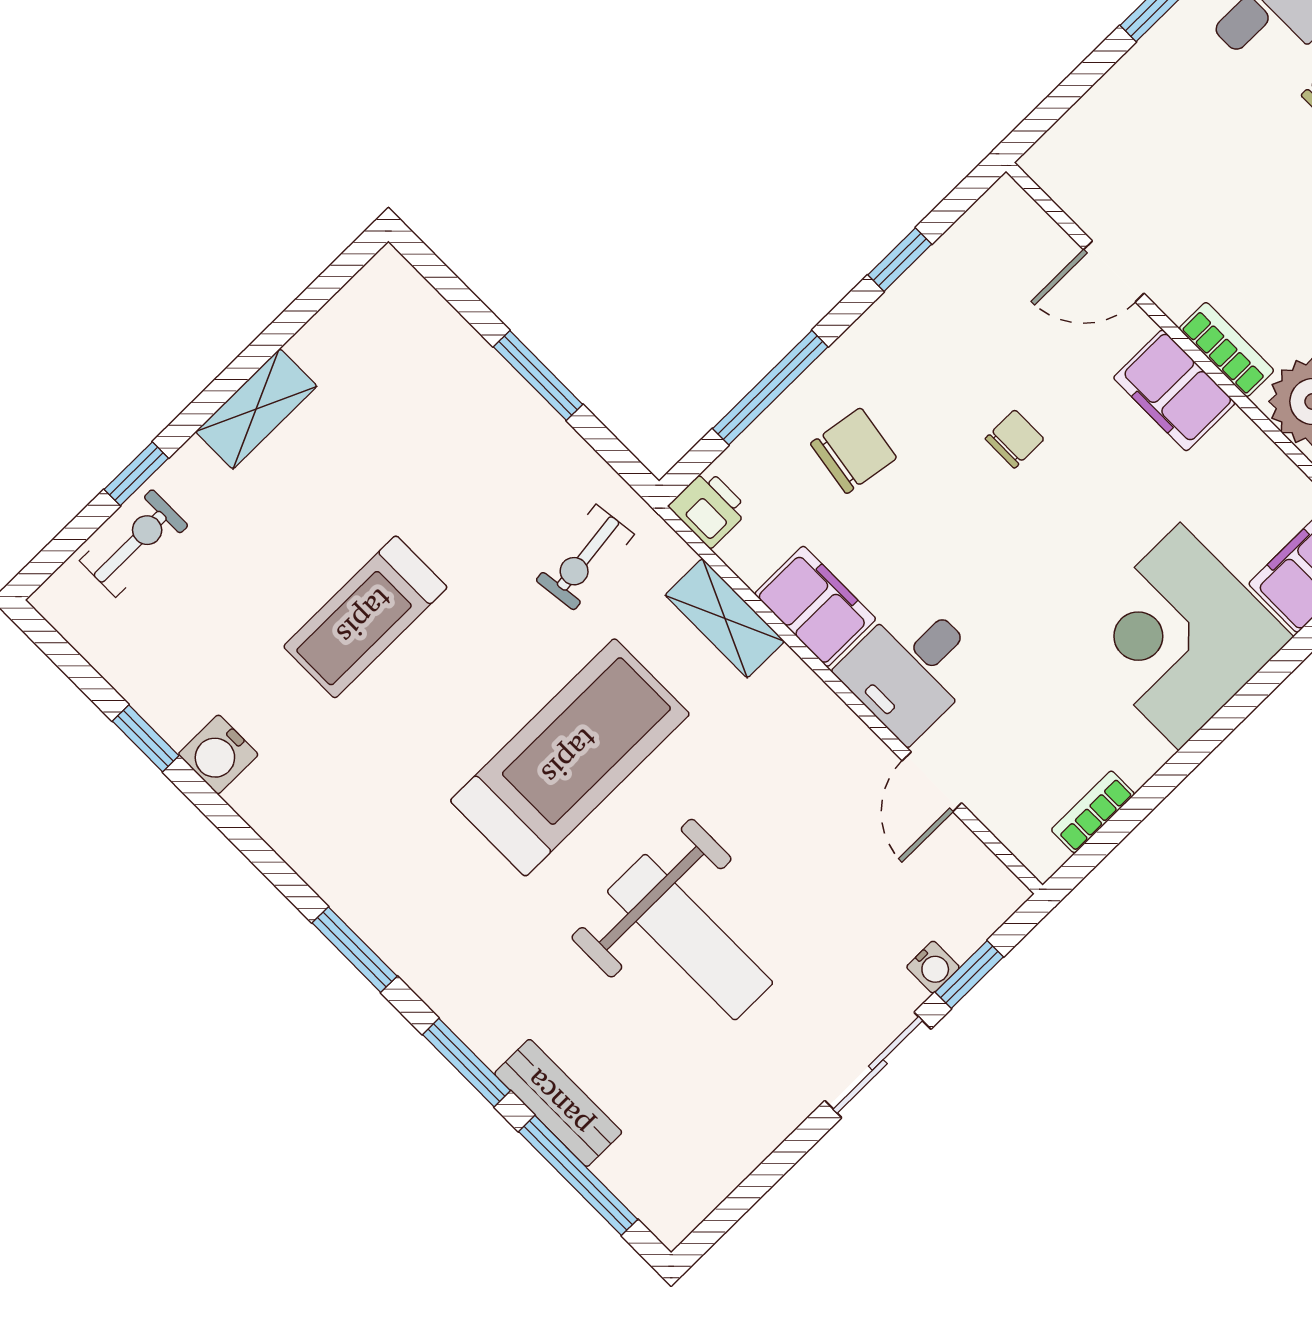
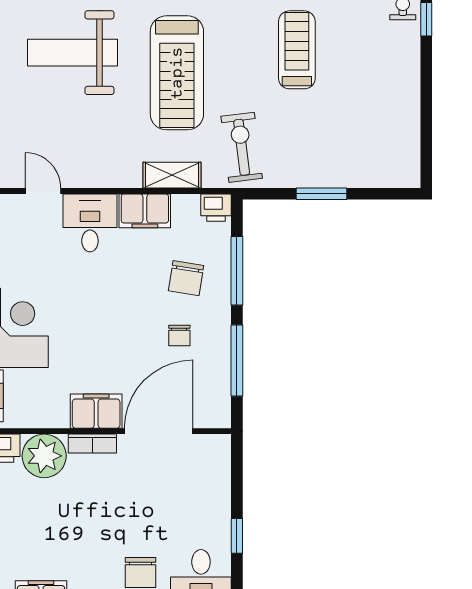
window: (900, 260) -> (237, 360), width x2.17
door: (1114, 272) -> (159, 431), width x1.87
shelving: (256, 409) -> (407, 84), removed
chair: (1015, 439) -> (179, 335), moved
exercise bike: (585, 557) -> (242, 147), width x1.38, depth x1.39

